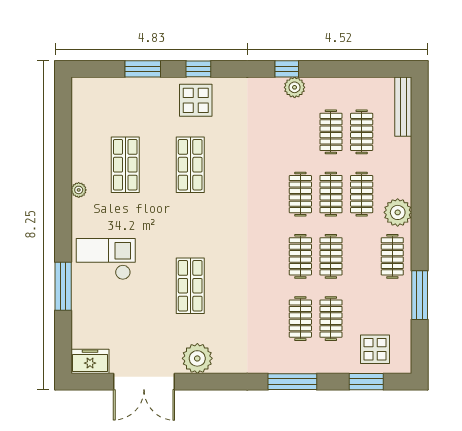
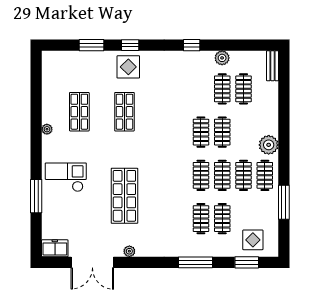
plant: (295, 87) -> (222, 58), moved
bench: (403, 107) -> (272, 66), width x0.73
clothes rail: (362, 194) -> (244, 175), moved
shop shelf: (190, 286) -> (124, 196), width x1.43, depth x1.36
plant: (197, 358) -> (129, 251), width x0.53, depth x0.53

